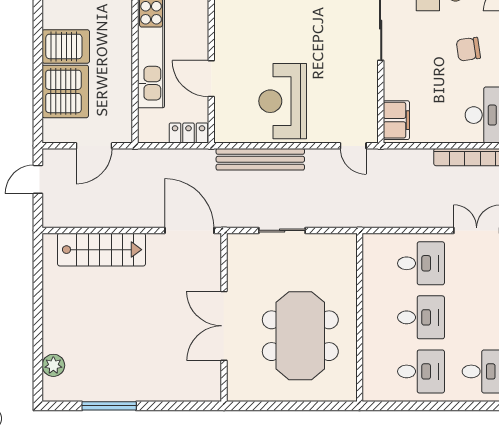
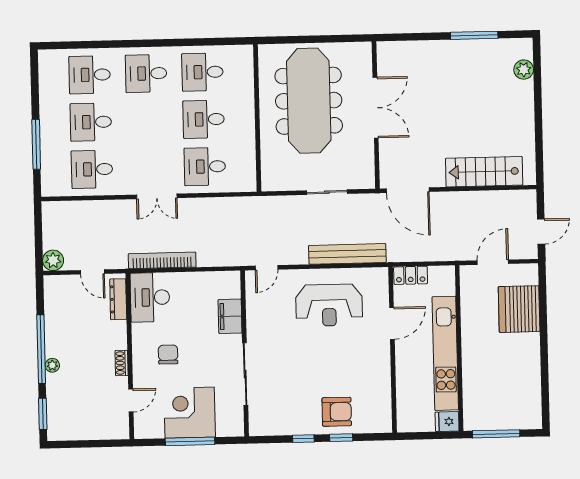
server rack: (66, 46) -> (520, 348), removed
chair: (468, 49) -> (168, 354), turned -82
door: (211, 79) -> (392, 323), hinge flipped
reception desk: (283, 101) -> (329, 305), turned 90
filing cabinet: (396, 120) -> (230, 316), moved
door: (353, 146) -> (267, 268), swing flipped
meeting table: (300, 336) -> (309, 101), width x1.36

